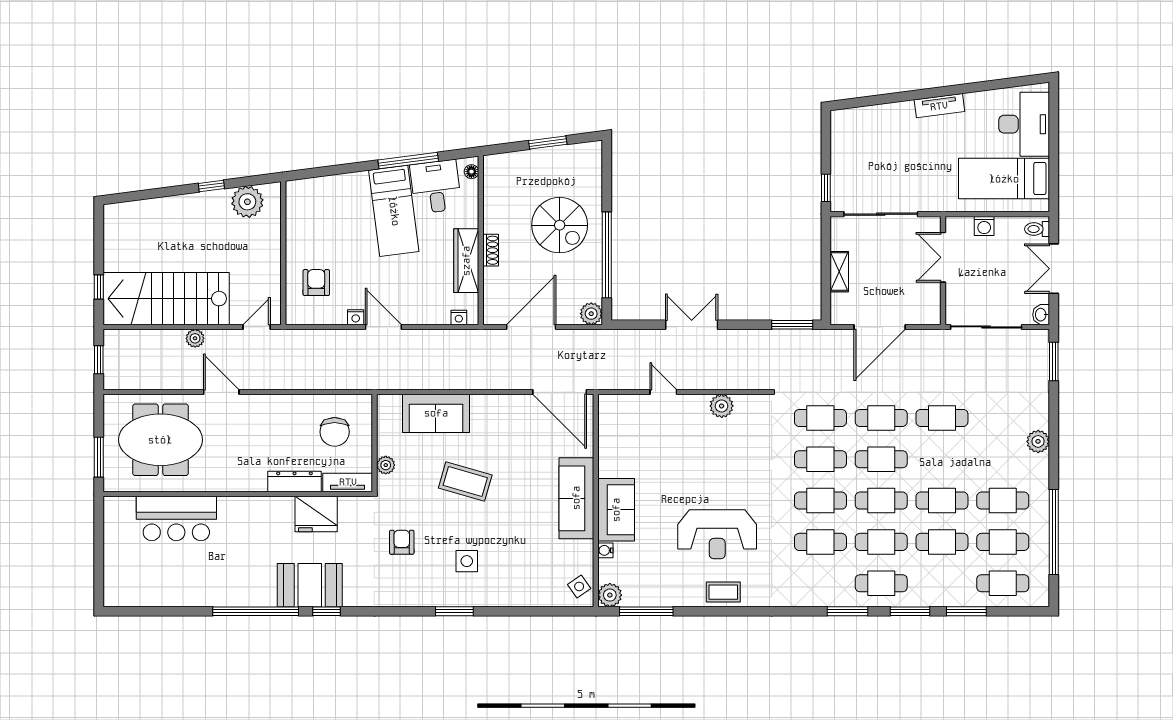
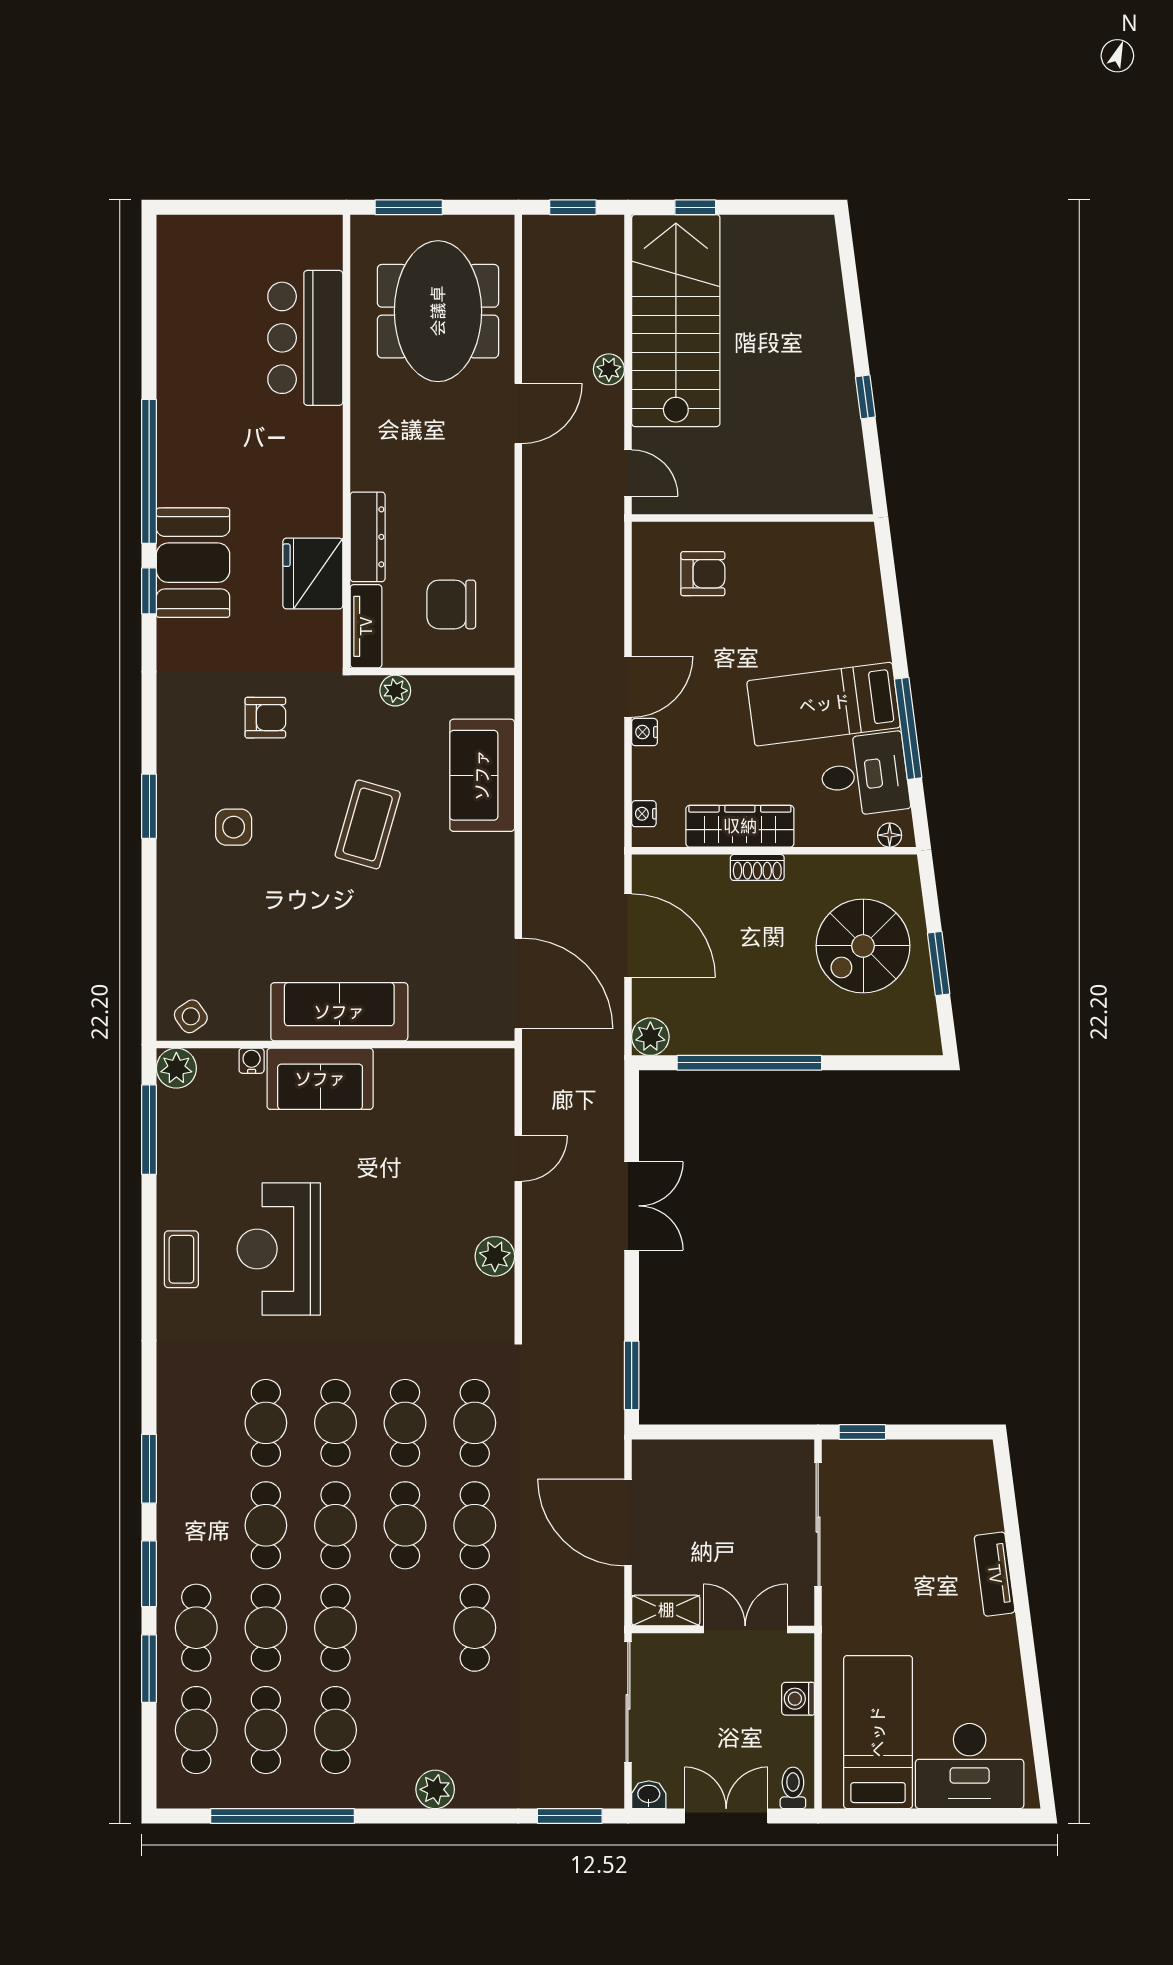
tv unit: (939, 106) -> (995, 1574), moved
plant: (247, 202) -> (839, 458), removed
spiral stairs: (560, 225) -> (863, 946), moved
shelving: (839, 272) -> (666, 1610), moved
nightstand: (356, 317) -> (644, 732), moved
door: (560, 392) -> (518, 984), swing flipped
cafe table: (881, 583) -> (196, 1628), moved

